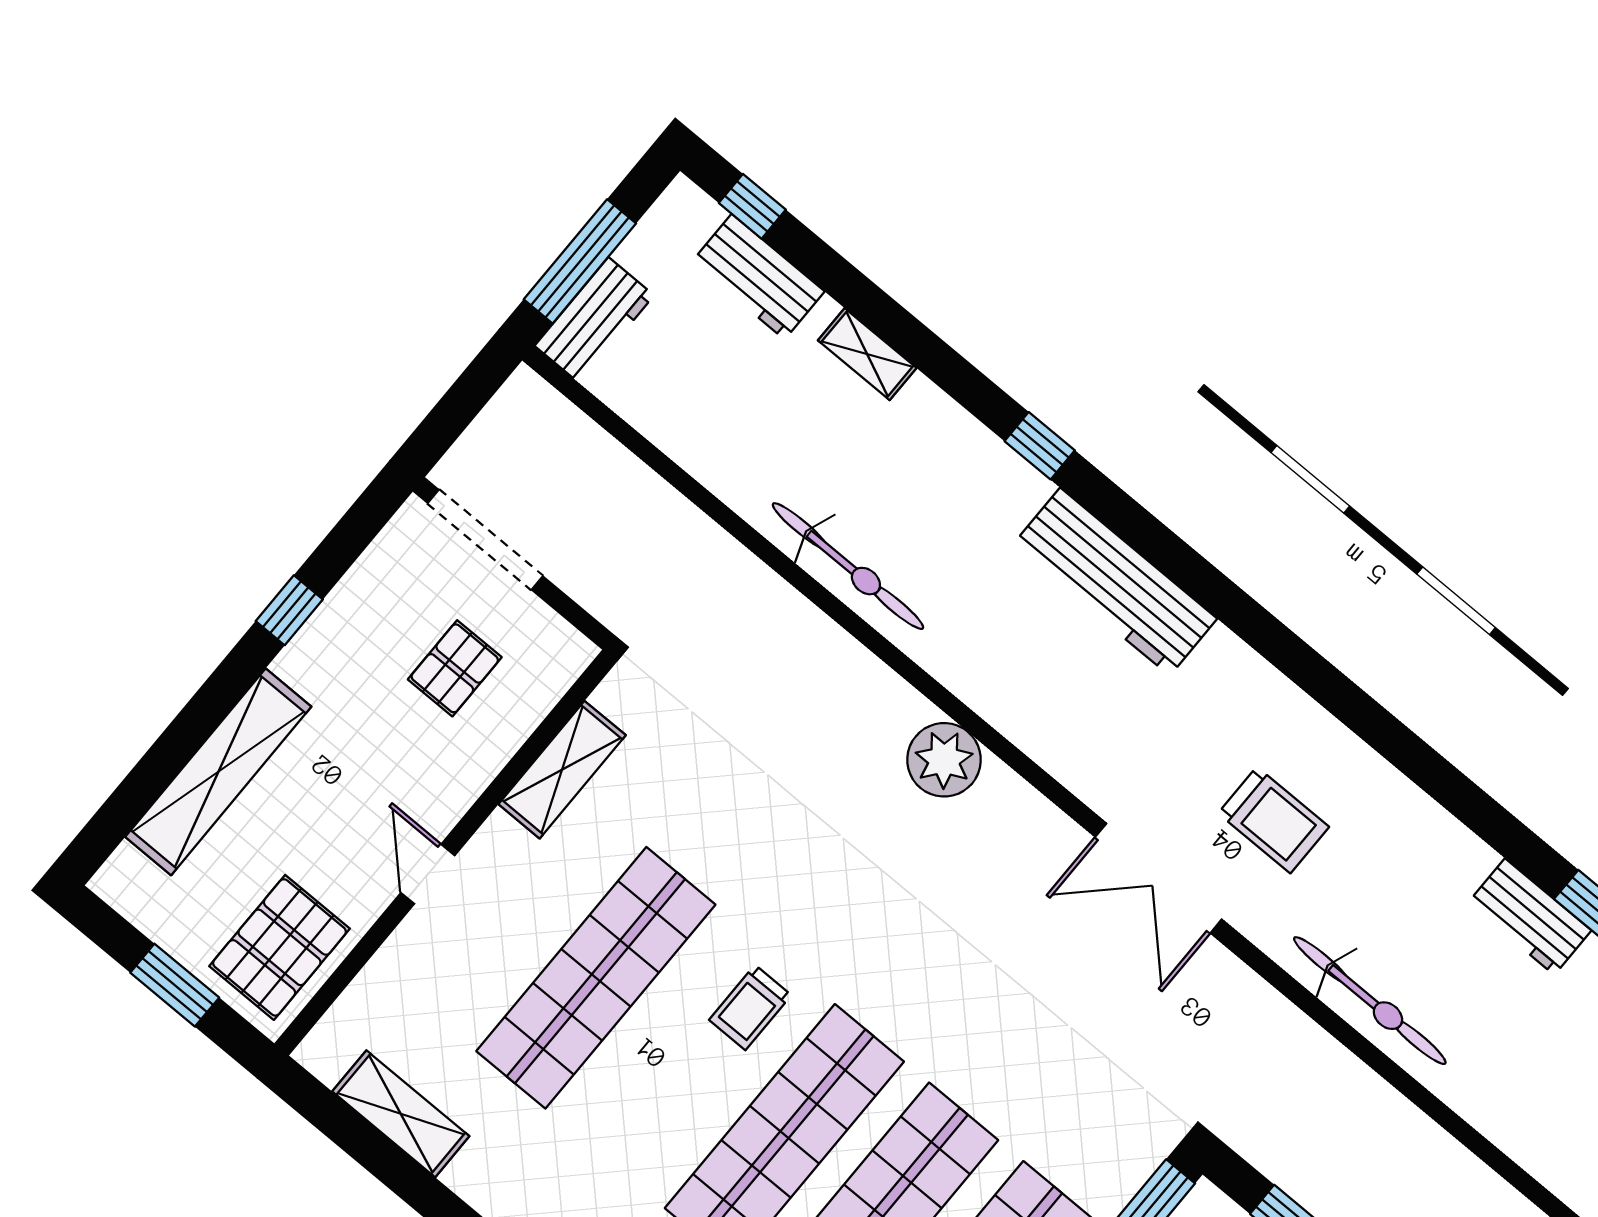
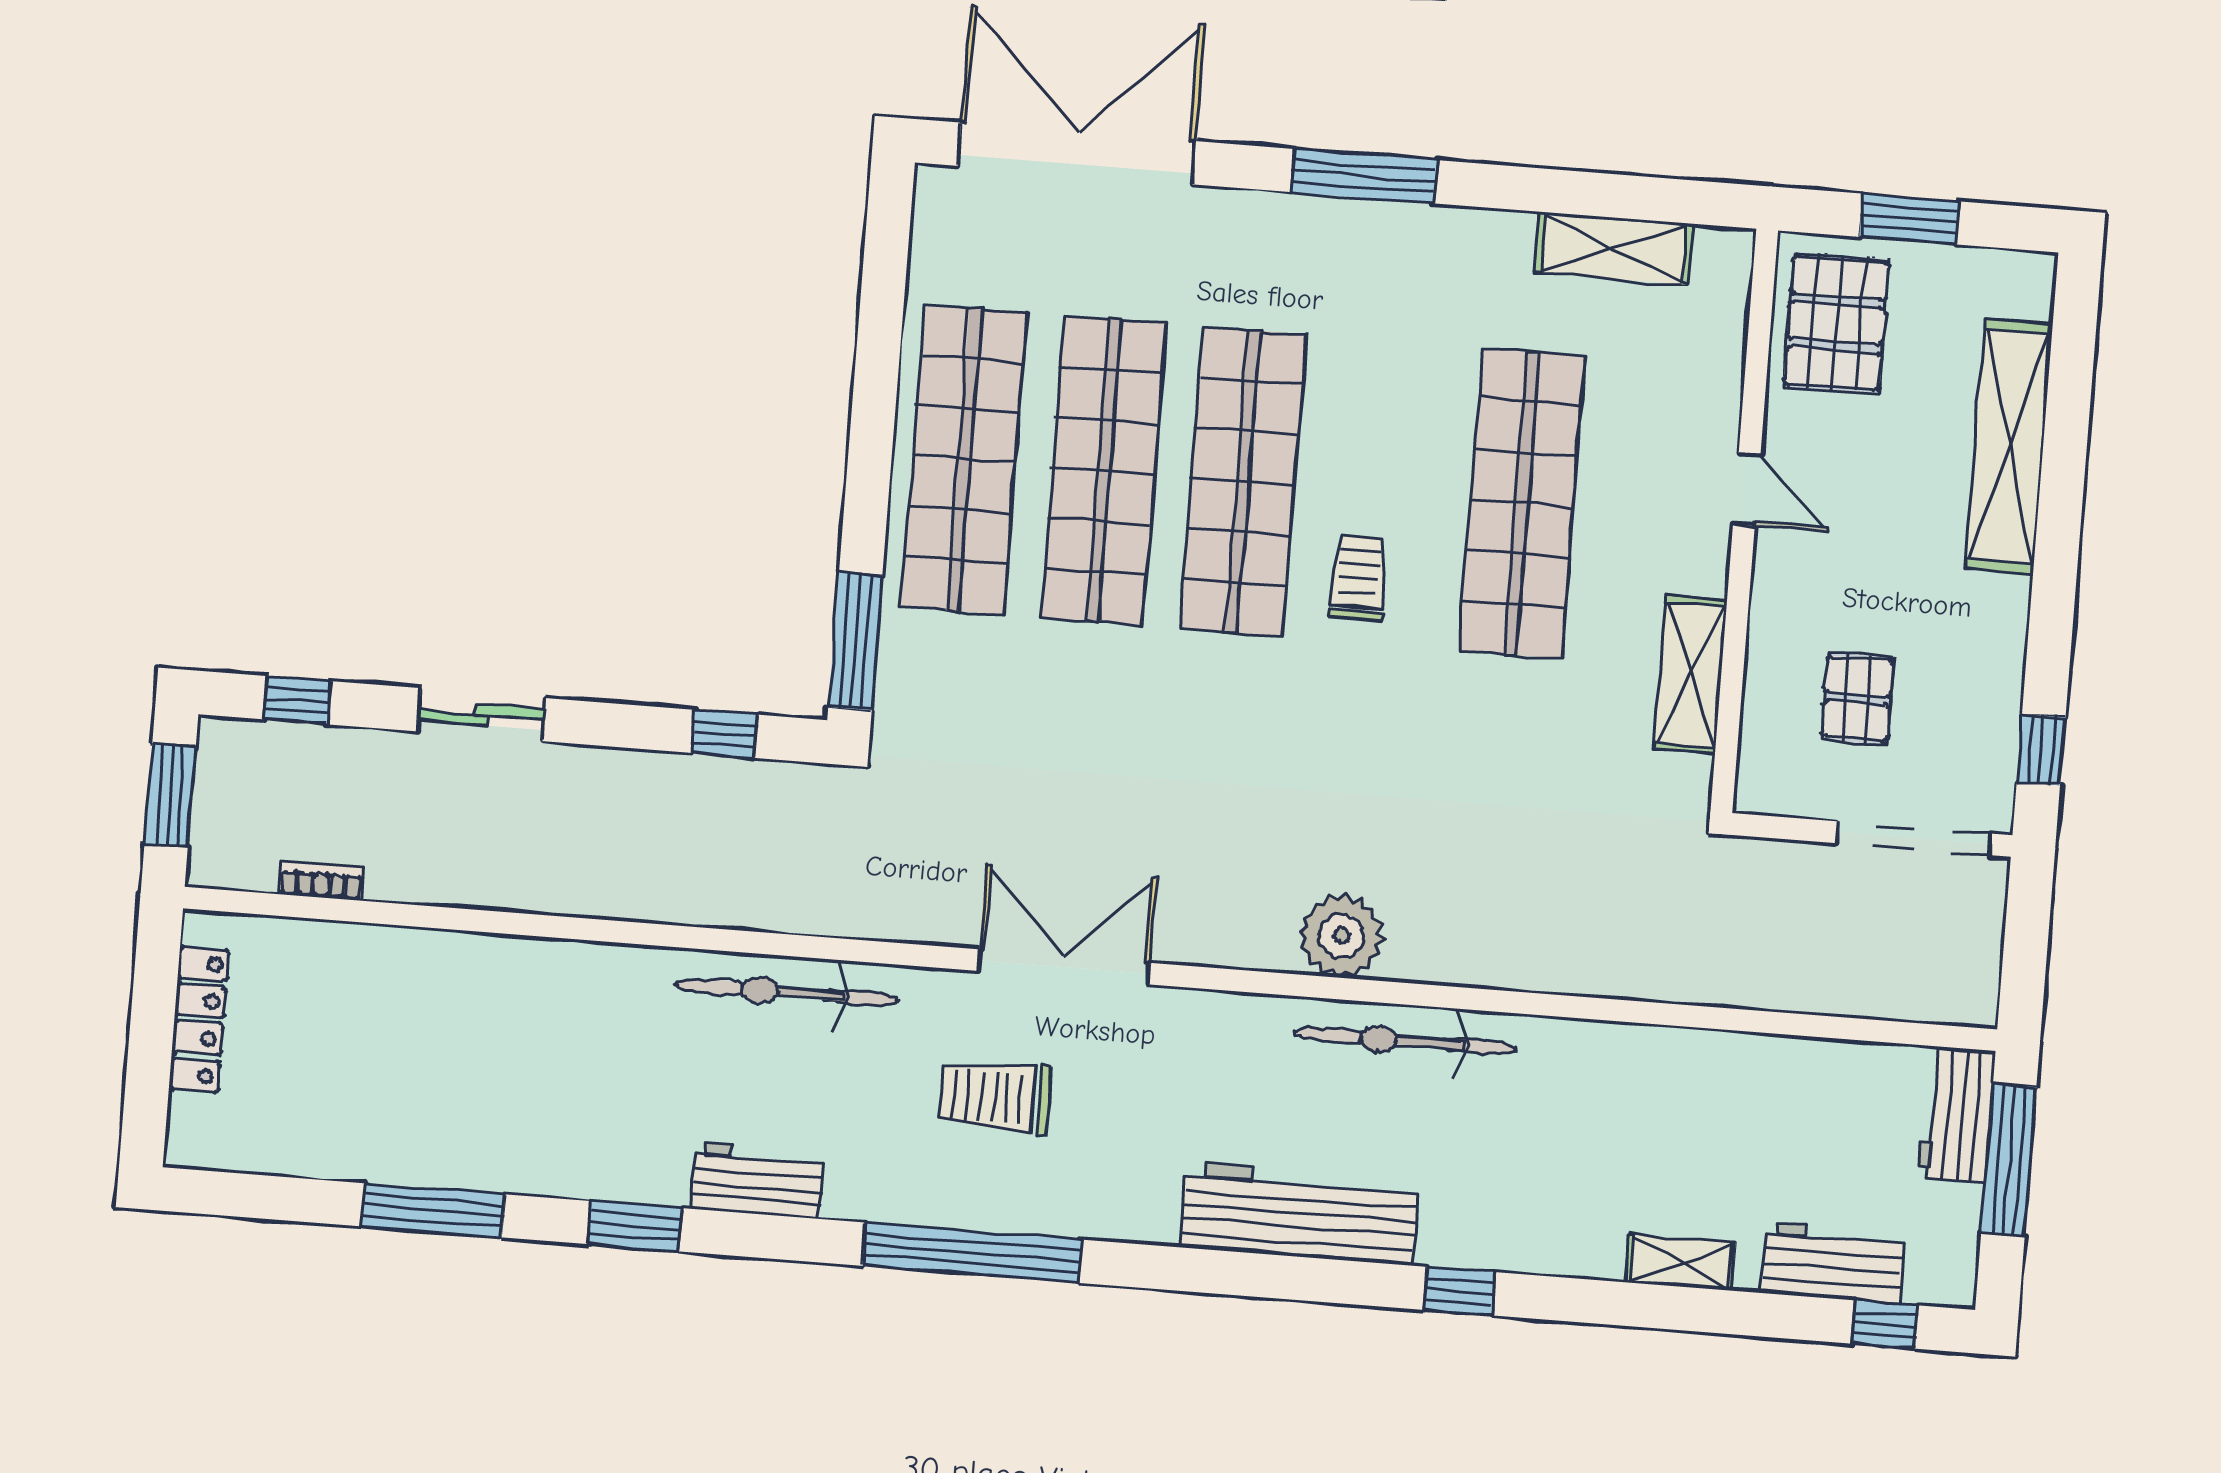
bicycle: (848, 566) -> (1406, 1041), moved
window: (289, 610) -> (2041, 750), moved
window: (1369, 720) -> (972, 1253), added
workbench: (1530, 917) -> (757, 1181), moved

